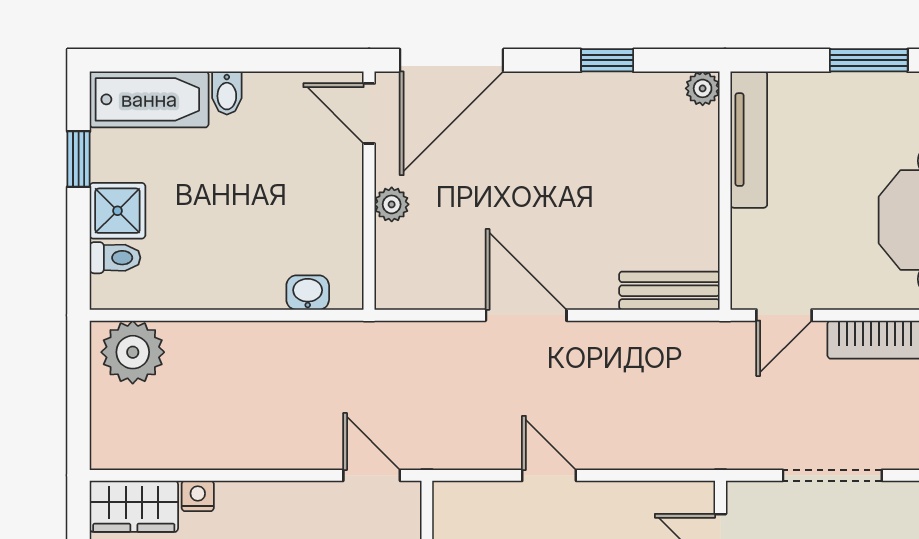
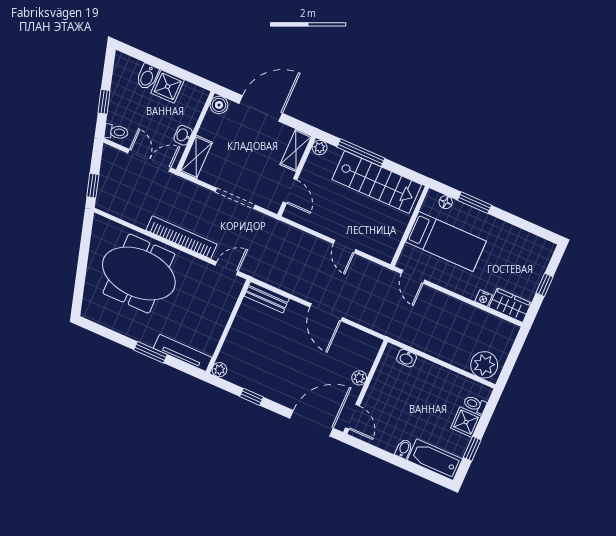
tv unit: (749, 140) -> (183, 353), moved, turned 90

